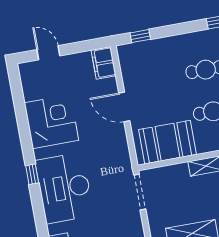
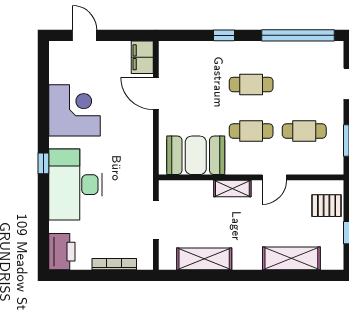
window: (140, 36) -> (224, 35), moved
door: (124, 107) -> (156, 94), moved
doorway: (140, 192) -> (156, 220), moved

